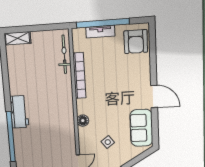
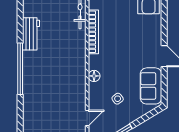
workbench: (19, 112) -> (31, 34), moved
window: (11, 137) -> (20, 69), moved

